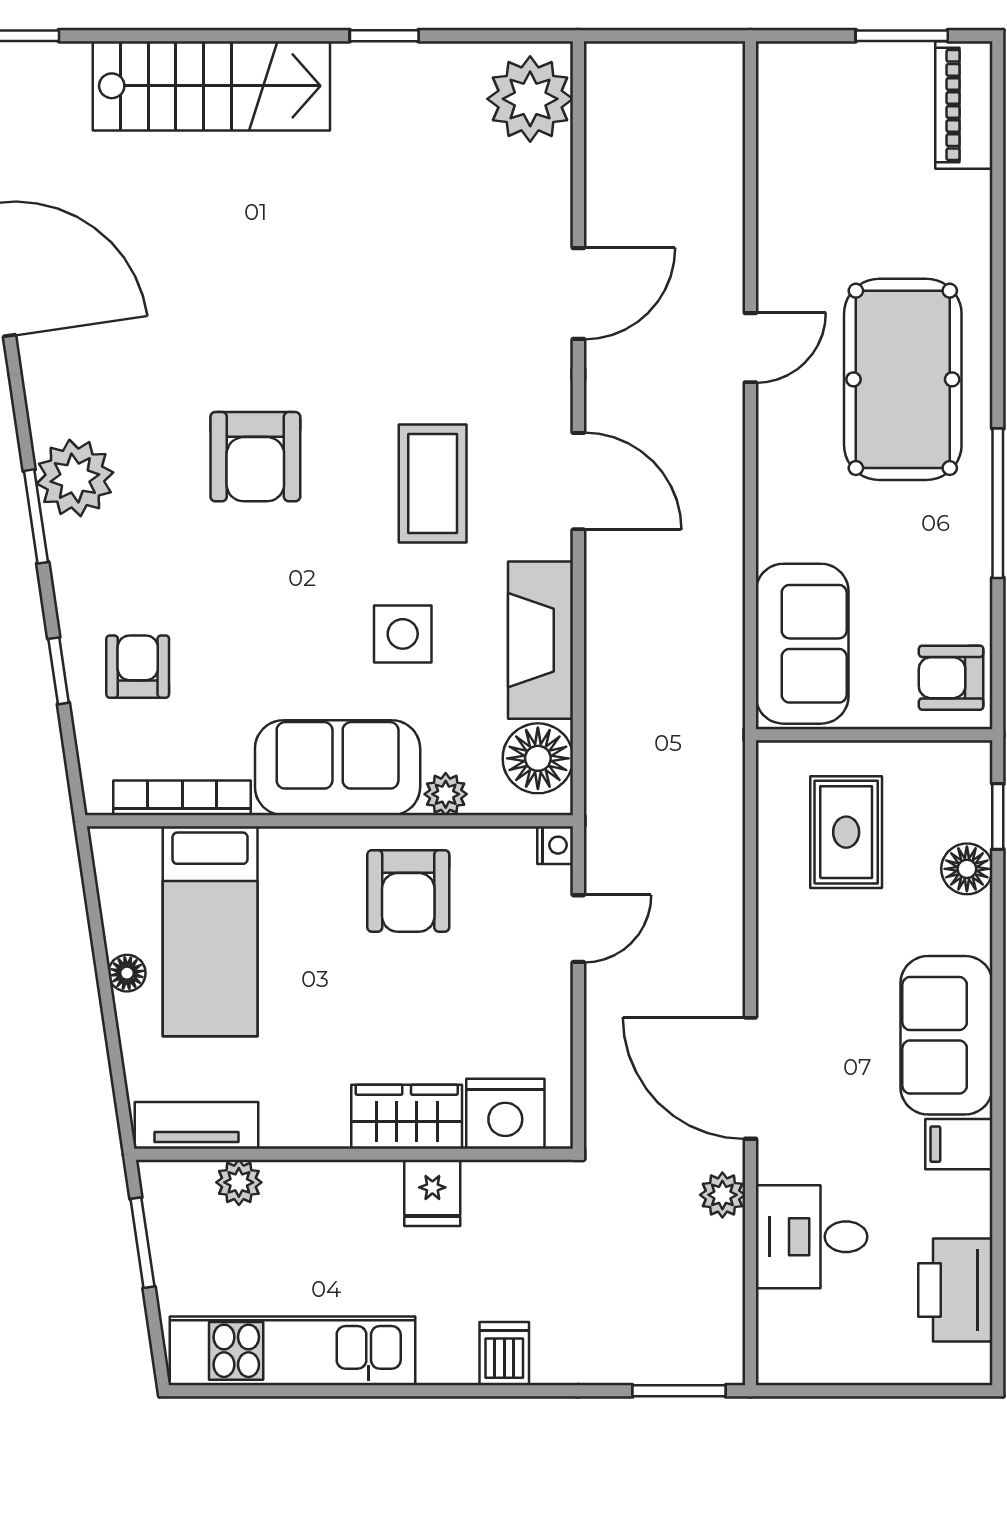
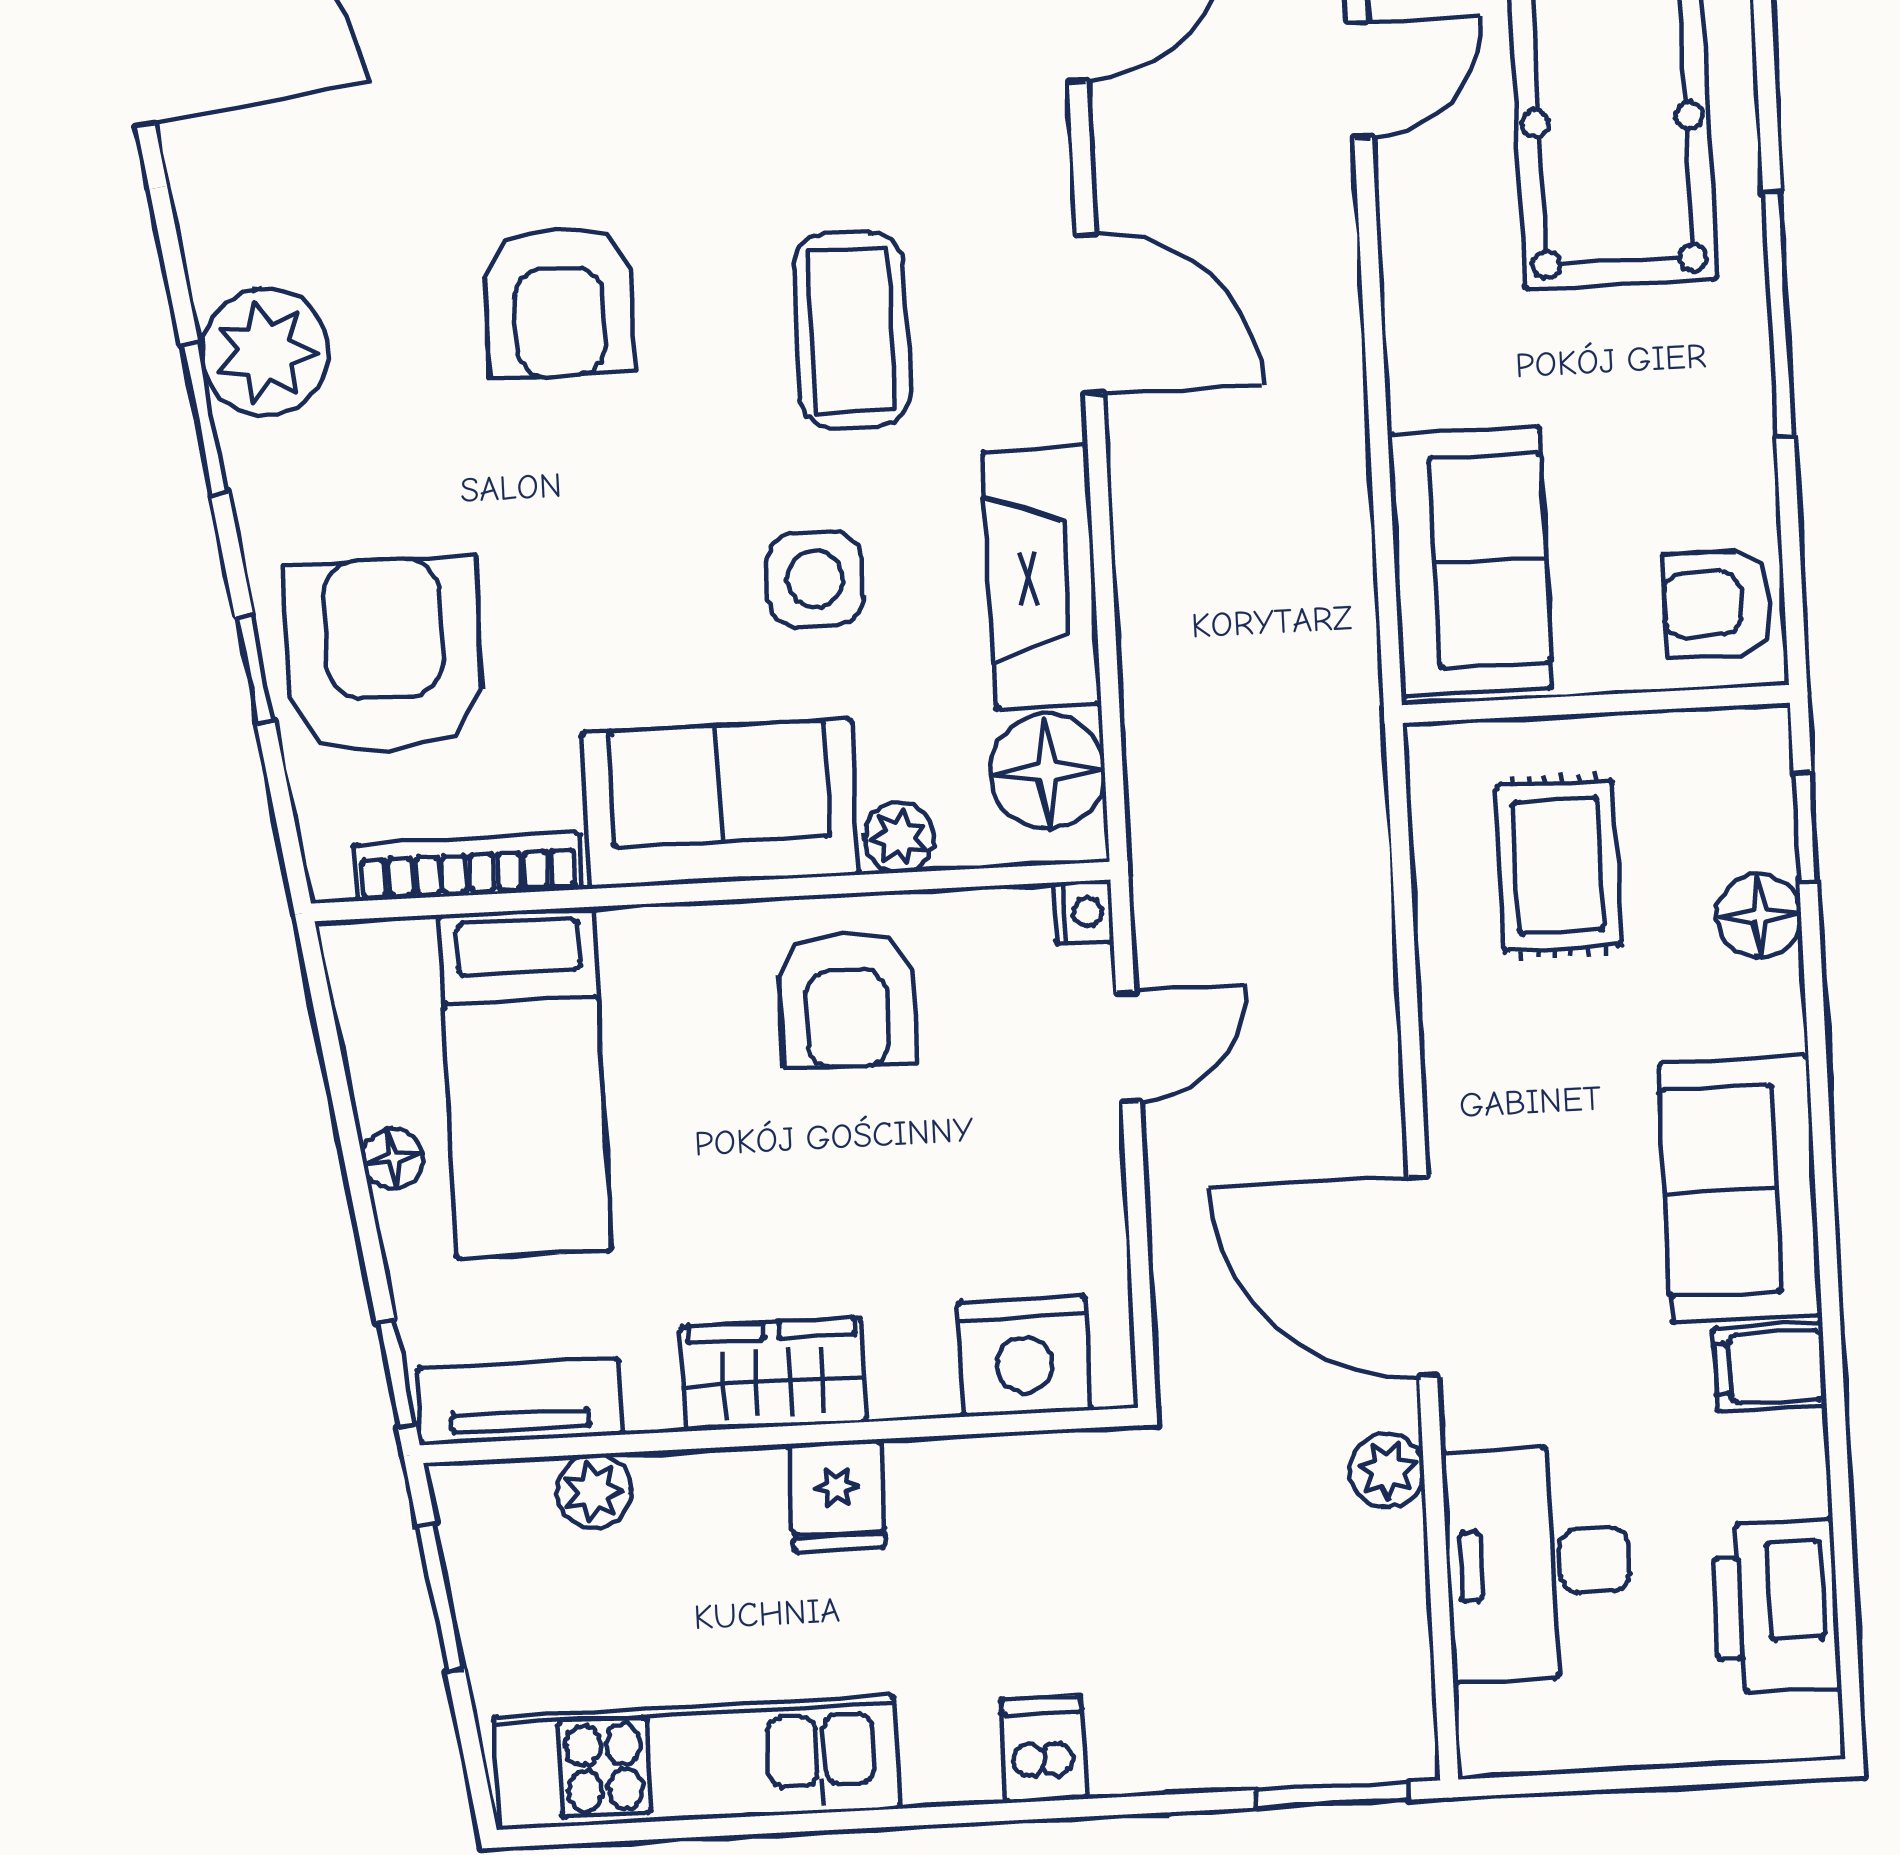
armchair: (138, 667) -> (384, 656), width x1.88, depth x1.88
window: (122, 1104) -> (396, 1374), added
wardrobe: (407, 1117) -> (773, 1374), moved
fridge: (432, 1193) -> (837, 1496), moved
desk: (811, 1237) -> (1538, 1563), width x1.37

